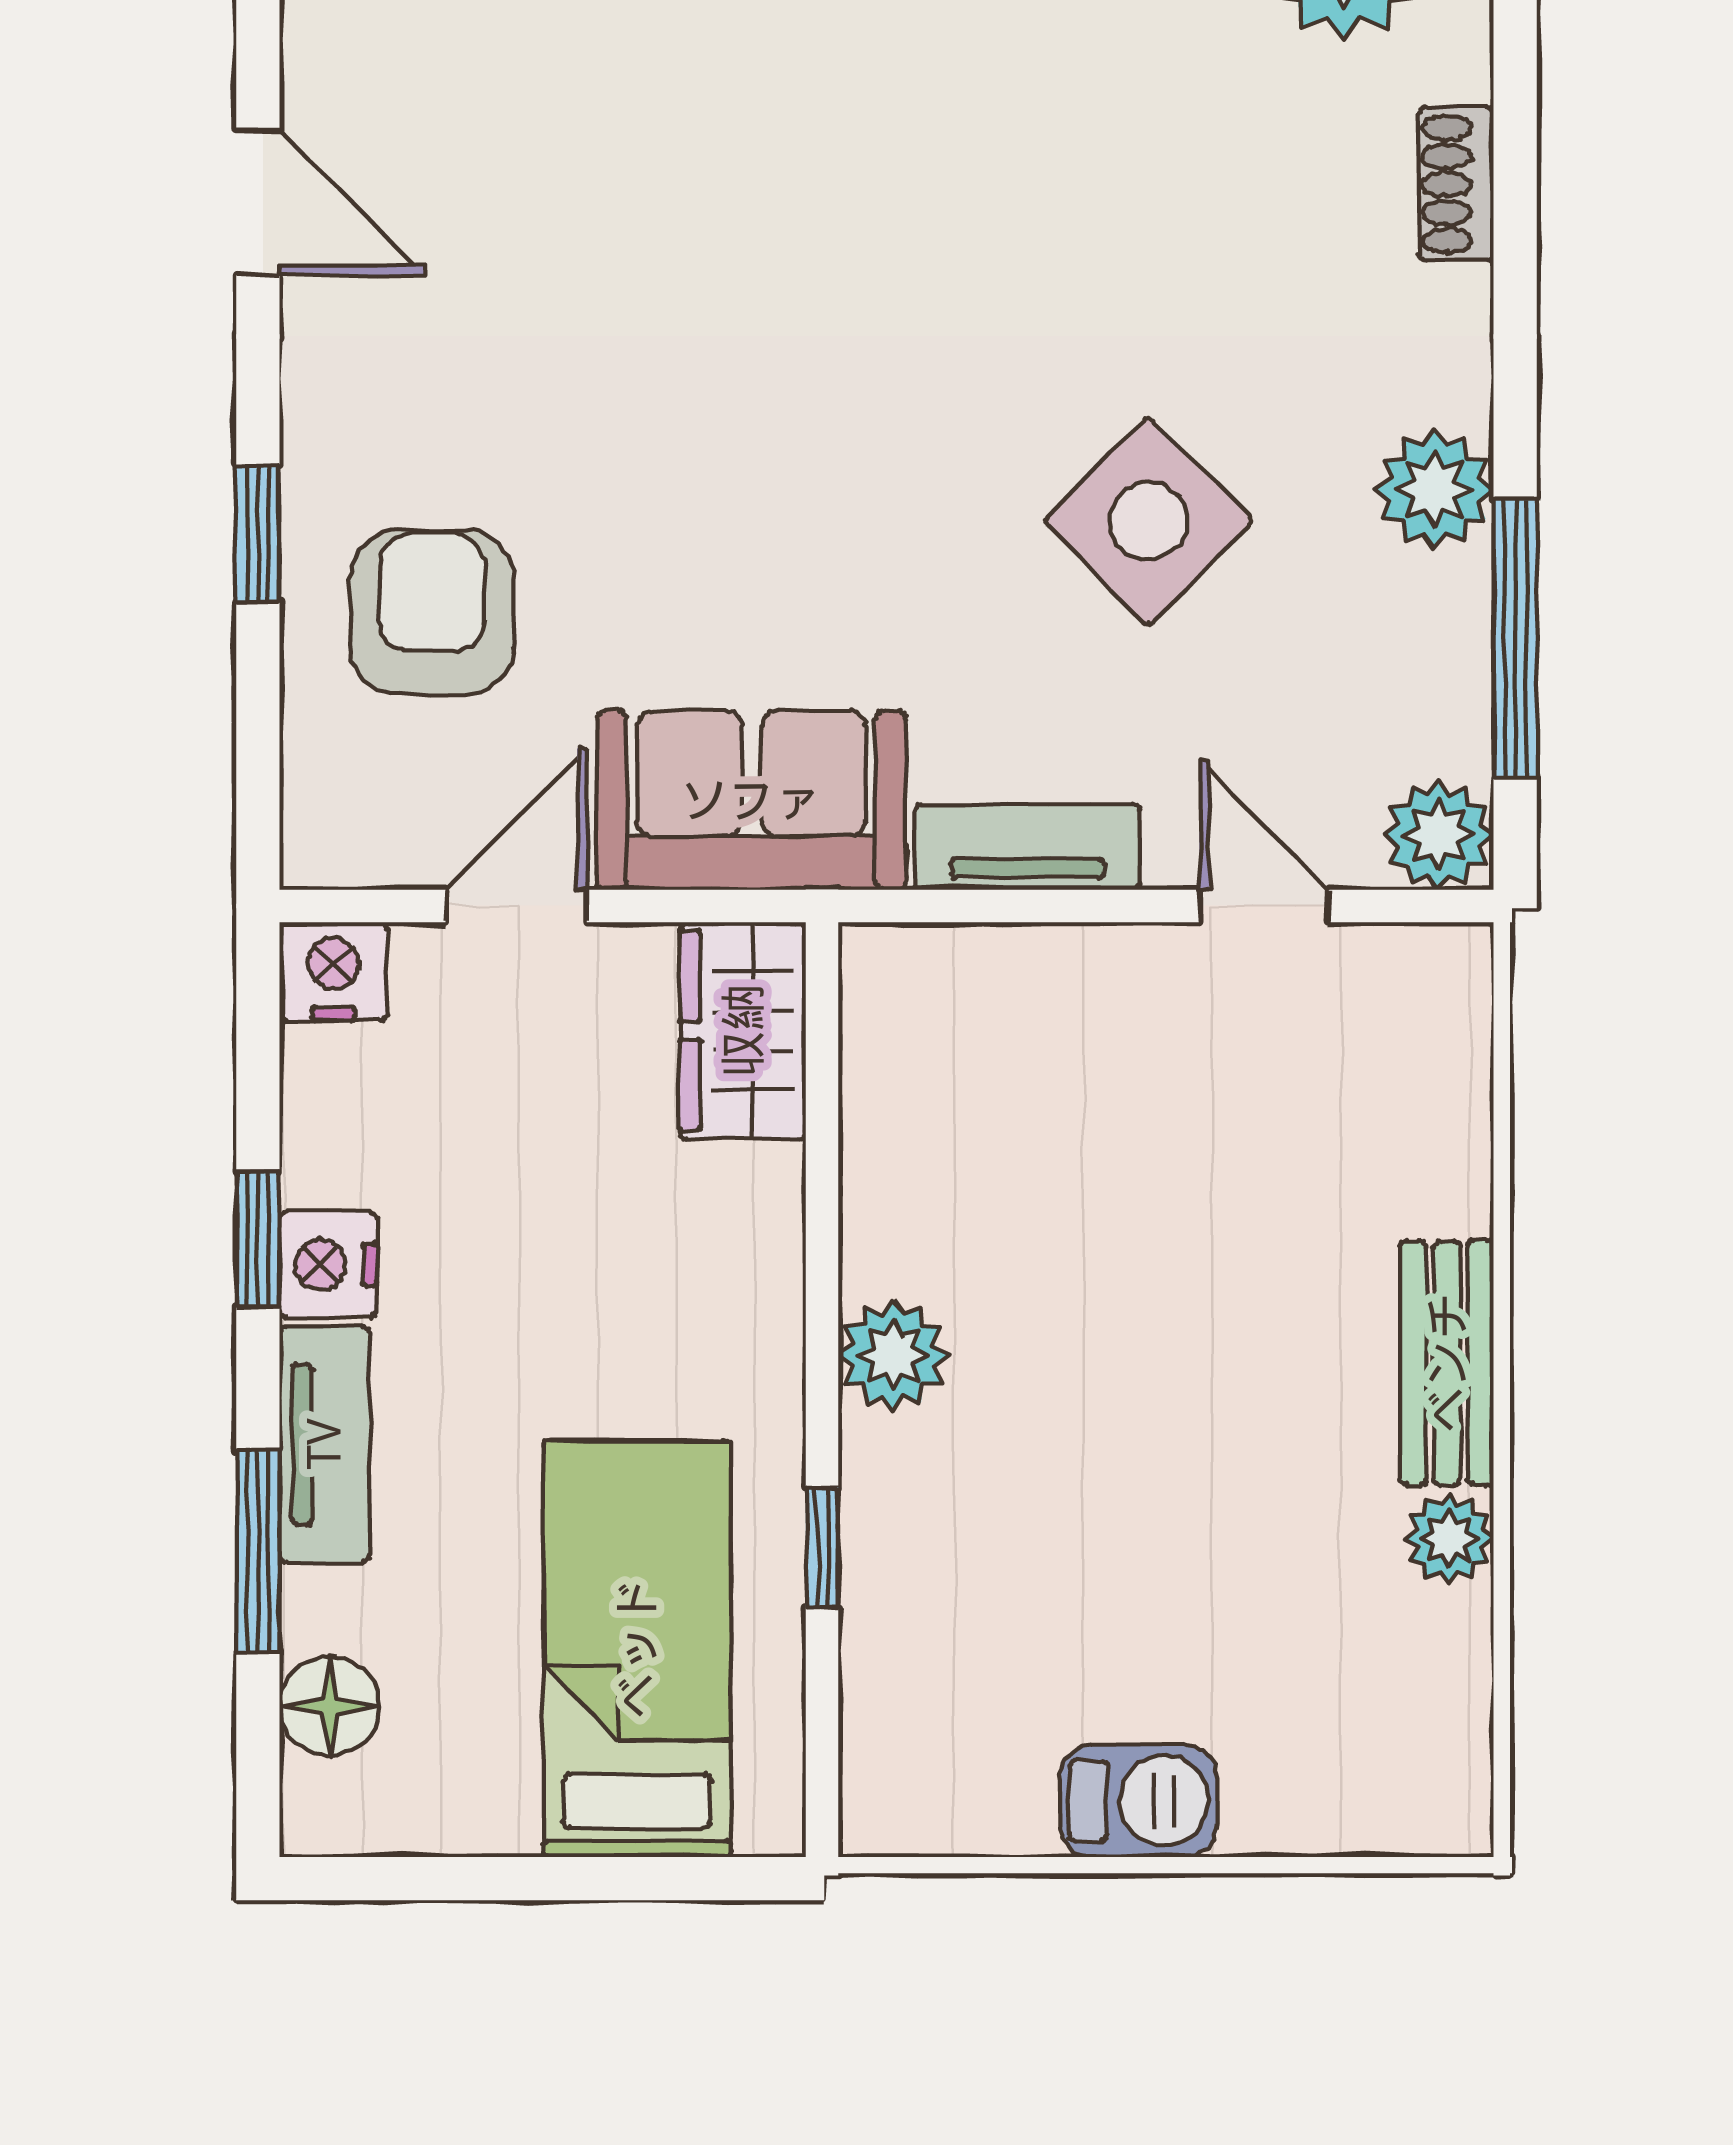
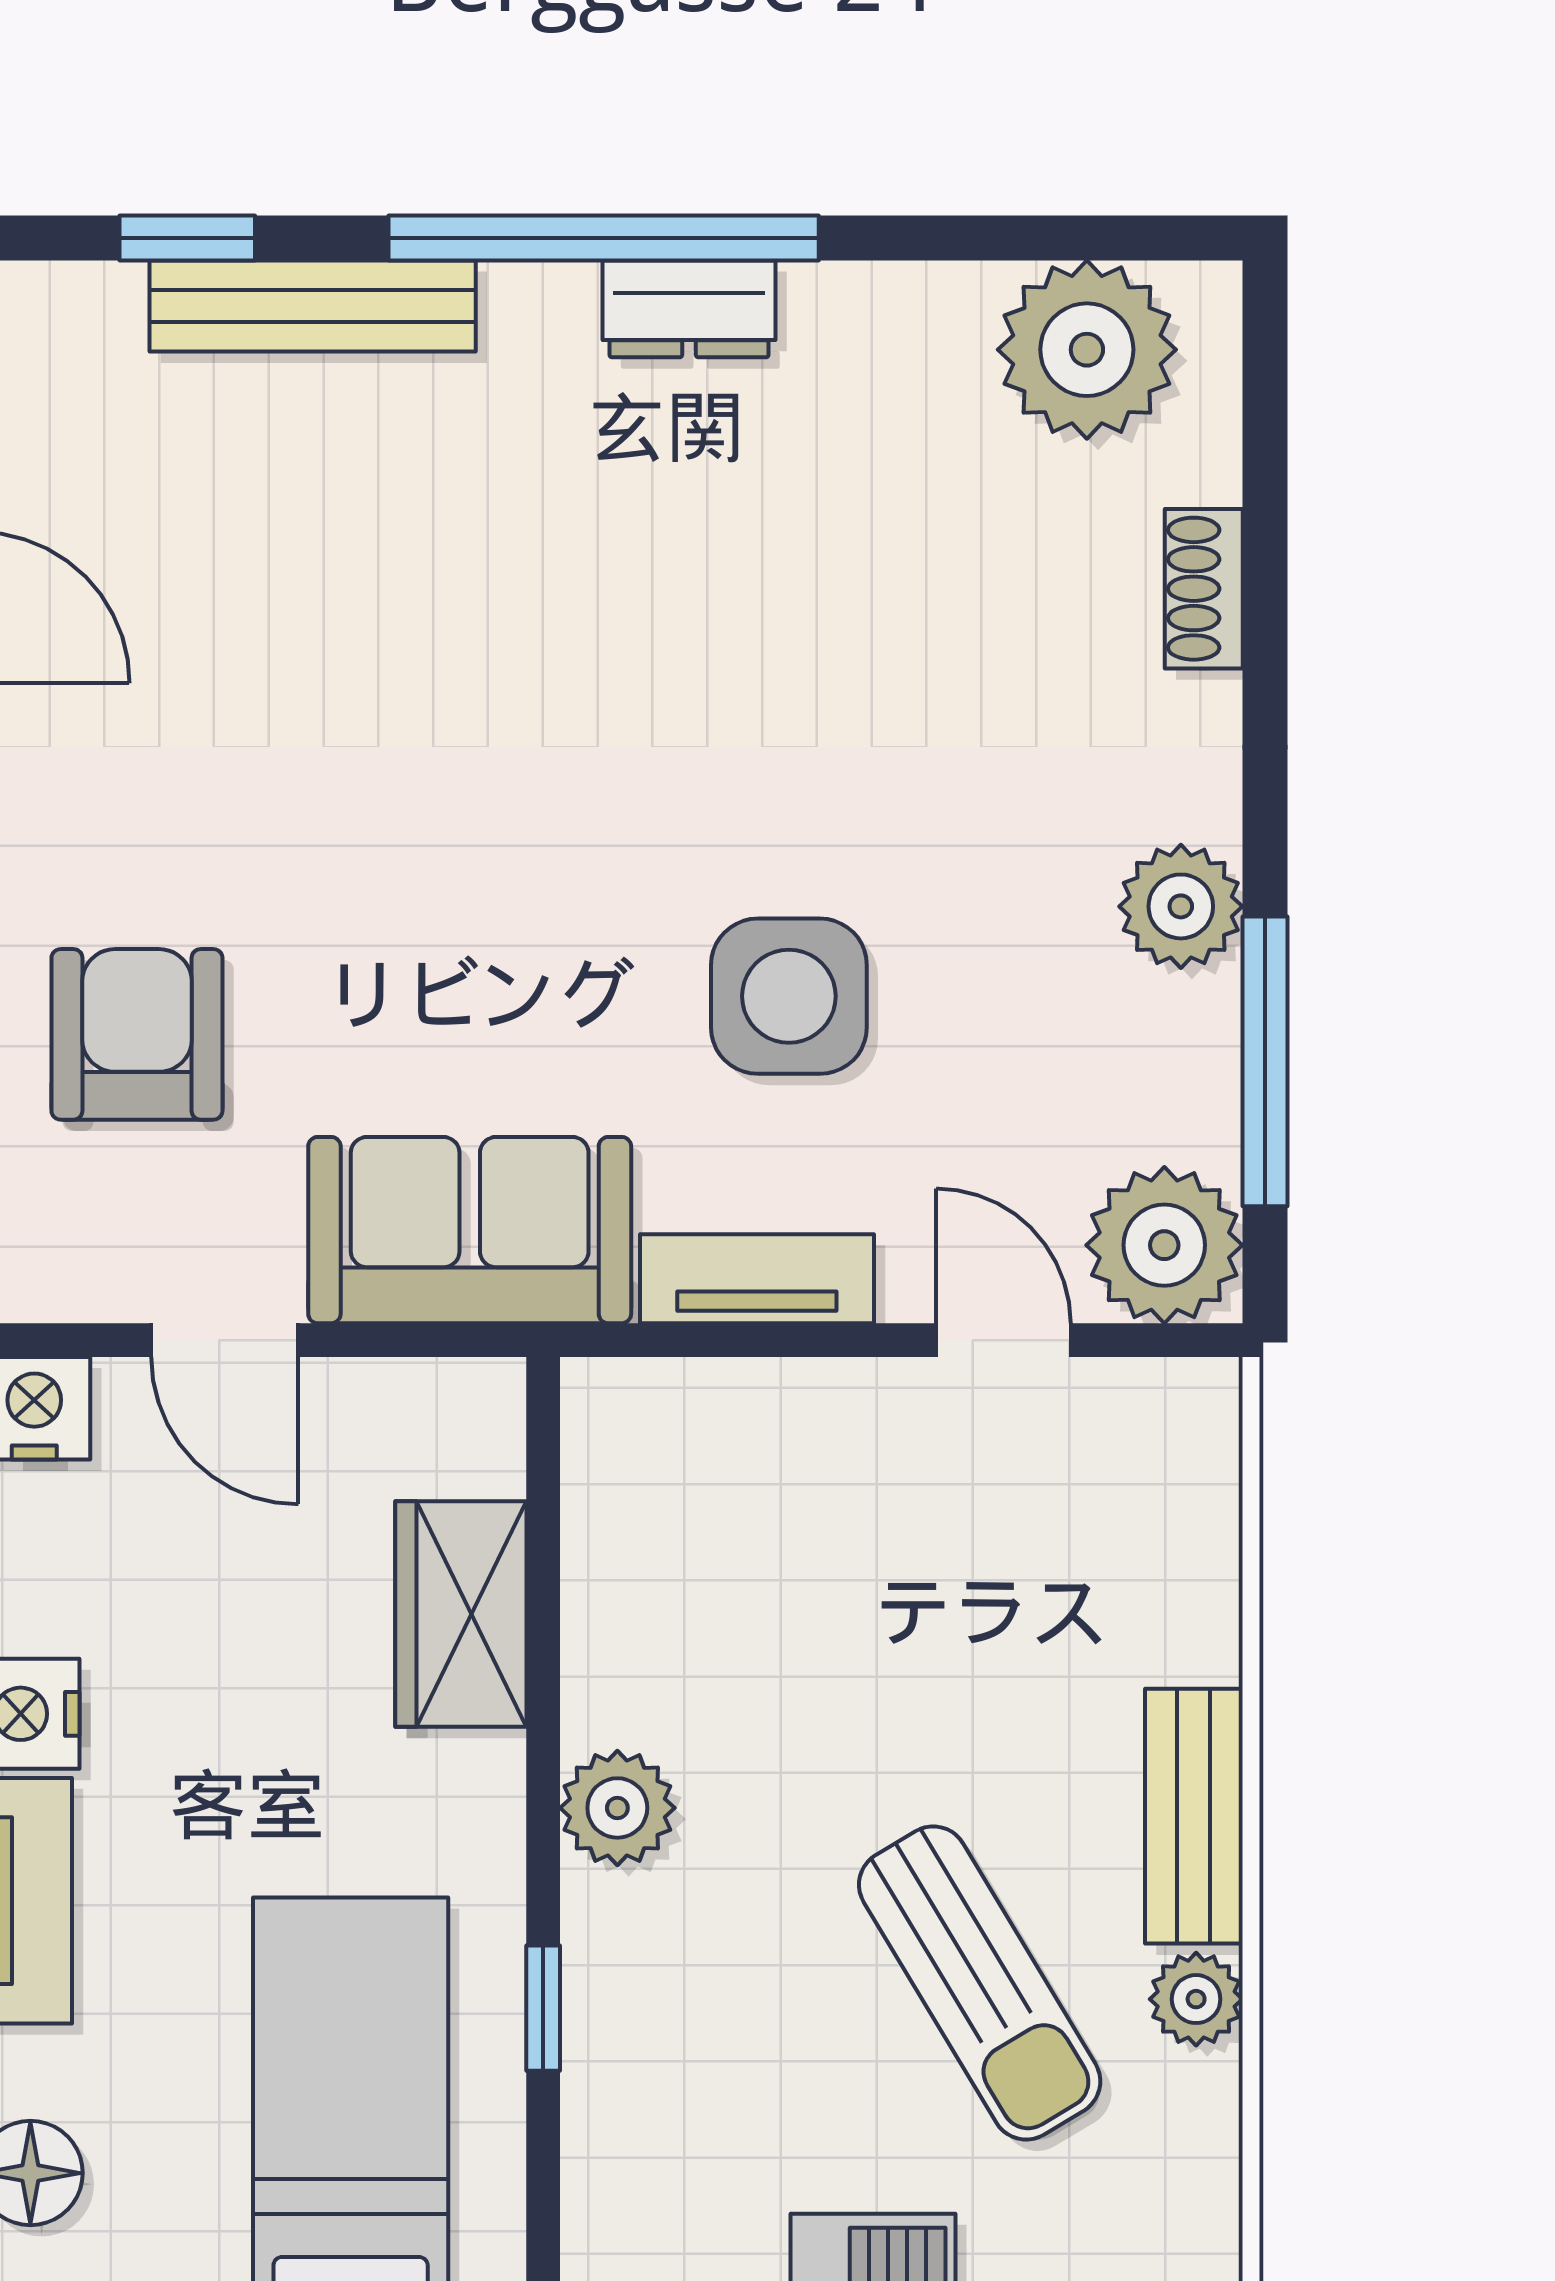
side table: (1149, 521) -> (789, 996), moved, turned 45
plant: (1439, 835) -> (1164, 1245), width x1.36, depth x1.36
door: (516, 906) -> (225, 1340), swing flipped
wardrobe: (743, 1031) -> (461, 1614), moved
sun lounger: (1241, 1523) -> (980, 1983), added

